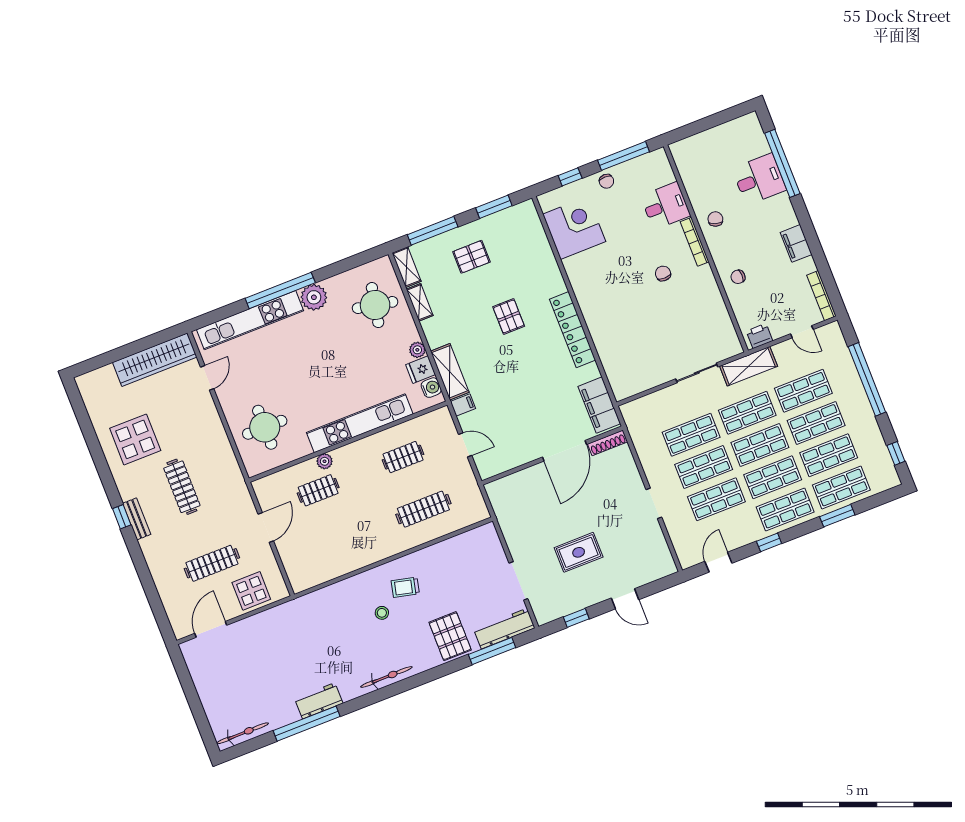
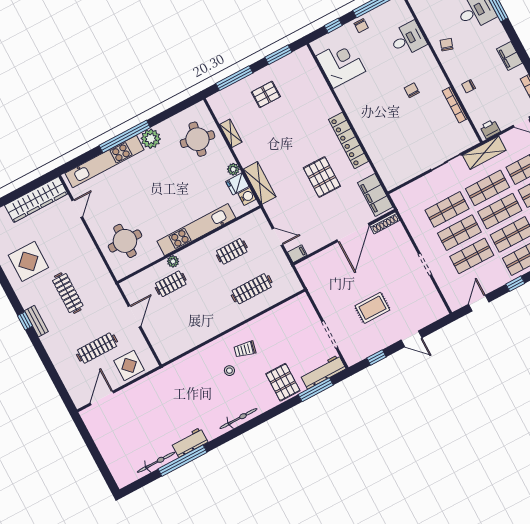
bookcase: (695, 242) -> (455, 105), moved
shelving: (407, 267) -> (218, 108), removed
pallet: (509, 316) -> (322, 177), moved, width x1.50, depth x1.42
filing cabinet: (463, 405) -> (297, 254), moved
bicycle: (243, 733) -> (156, 462), moved

